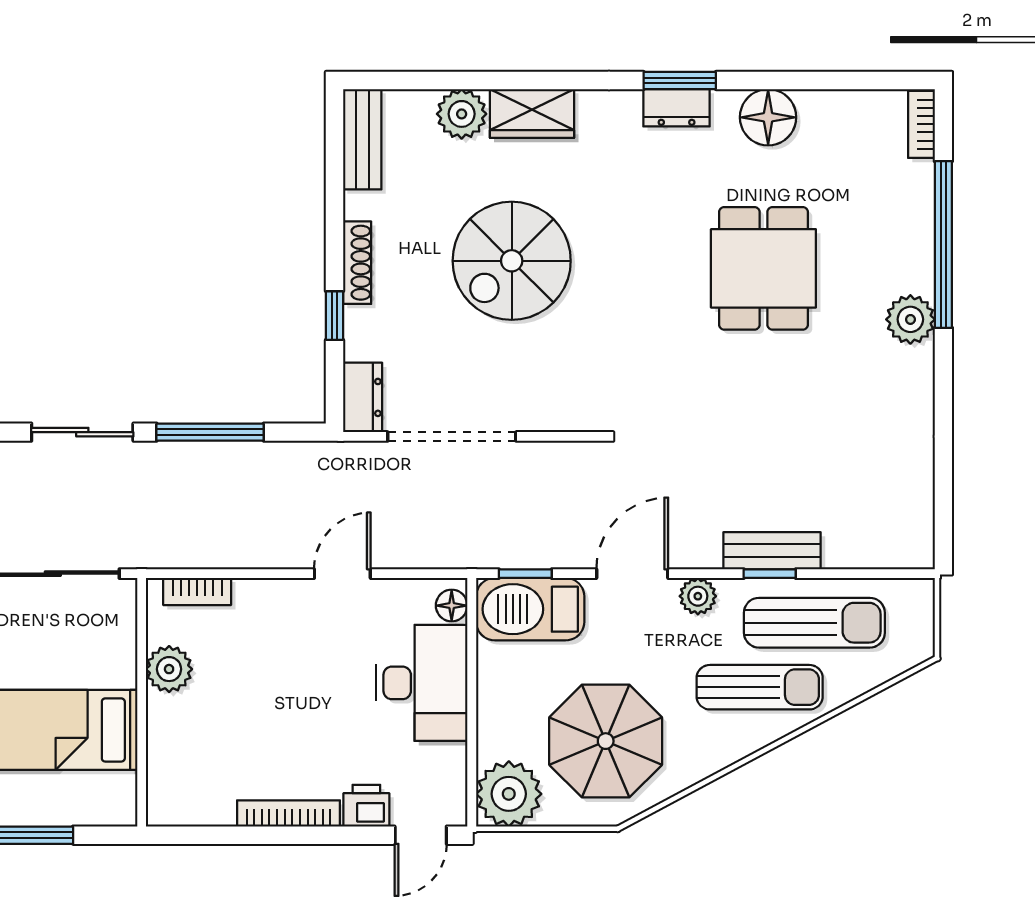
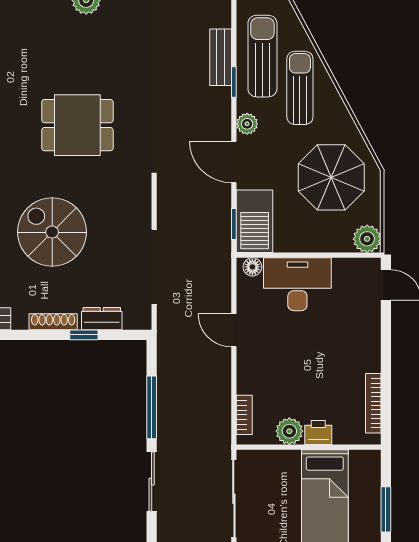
spiral stairs: (512, 261) -> (52, 232), turned 180
dining table: (763, 268) -> (77, 125), moved
dresser: (363, 397) -> (102, 319), moved
bench: (772, 551) -> (221, 57), moved
plant: (509, 794) -> (367, 239), width x0.73, depth x0.73
printer: (366, 806) -> (318, 432), moved, turned 90
bookcase: (289, 813) -> (373, 403), moved

